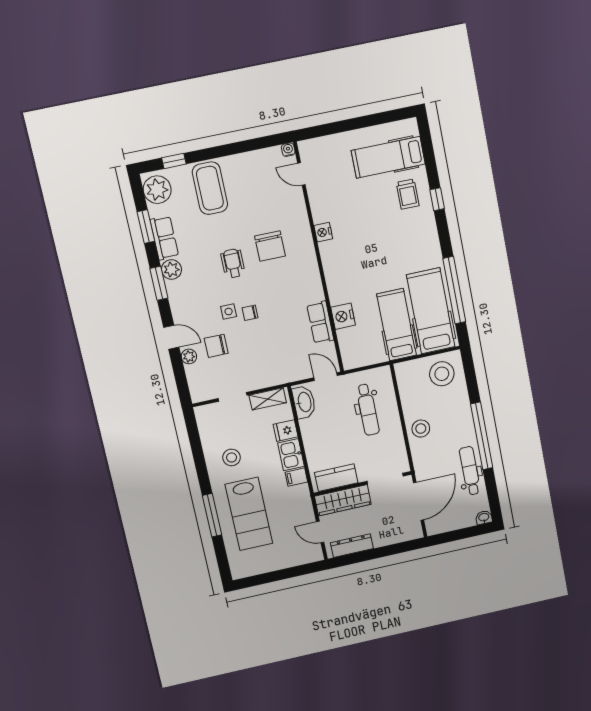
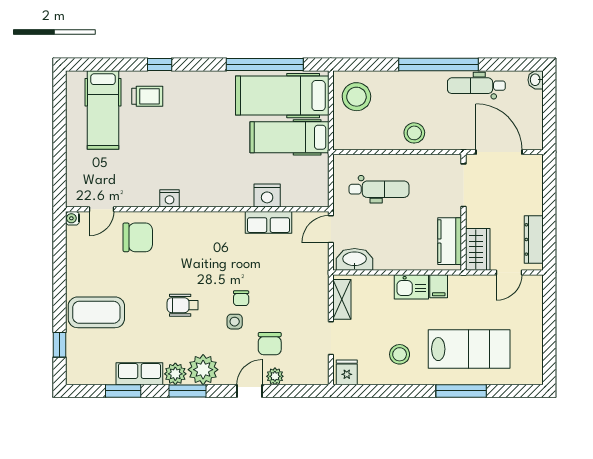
plant: (157, 190) -> (203, 370), moved
chair: (270, 246) -> (138, 237), moved
fridge: (286, 431) -> (347, 372), moved, turned 180
wardrobe: (343, 500) -> (478, 249), width x0.67

